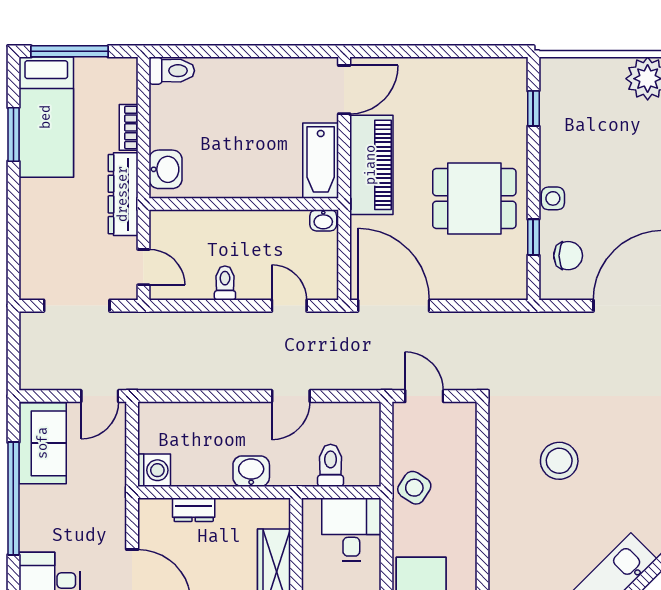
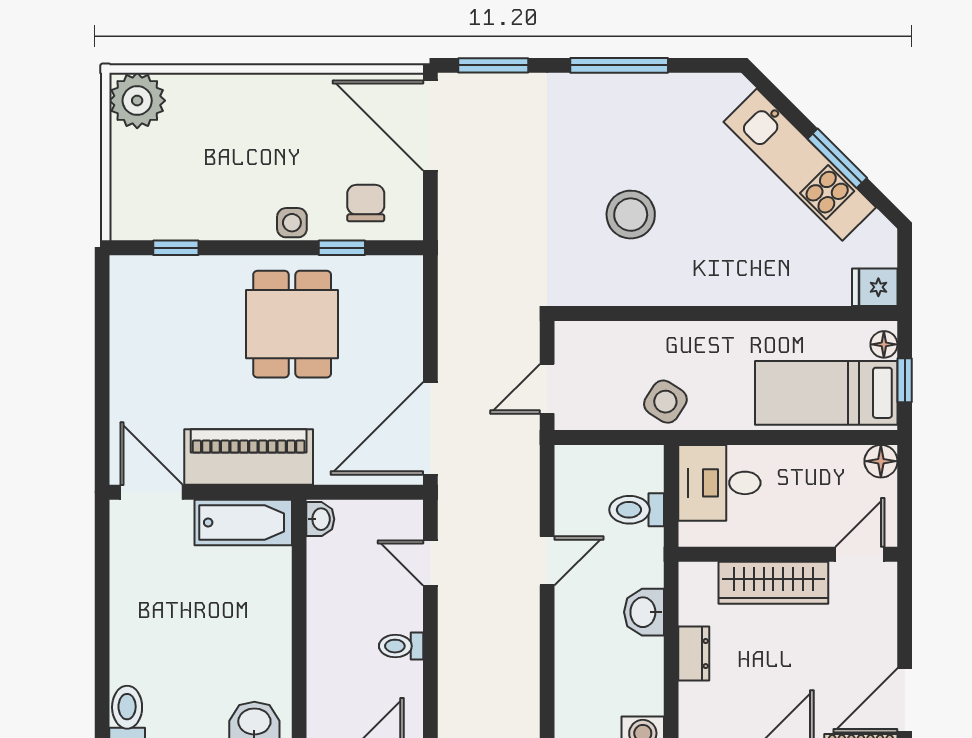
door: (289, 306) -> (430, 563), hinge flipped
door: (291, 396) -> (547, 561), hinge flipped
dresser: (194, 510) -> (694, 654), moved

